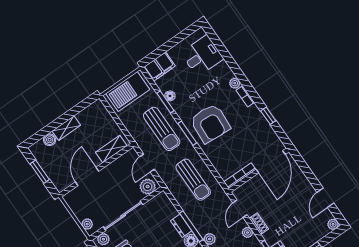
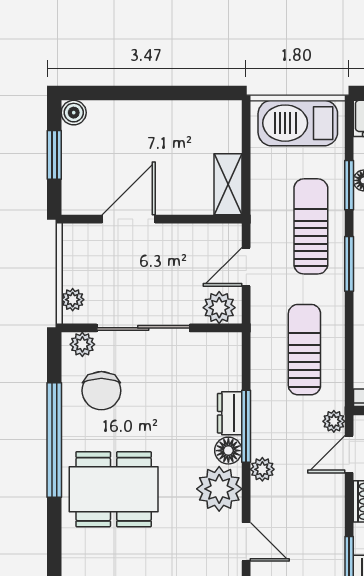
shelving: (66, 128) -> (151, 113), removed
sun lounger: (162, 129) -> (311, 226), turned 180
boiler: (50, 140) -> (74, 113), moved
shelving: (111, 149) -> (228, 184), moved, turned 90
sun lounger: (193, 180) -> (304, 350), turned 180
plant: (247, 232) -> (334, 421), moved

